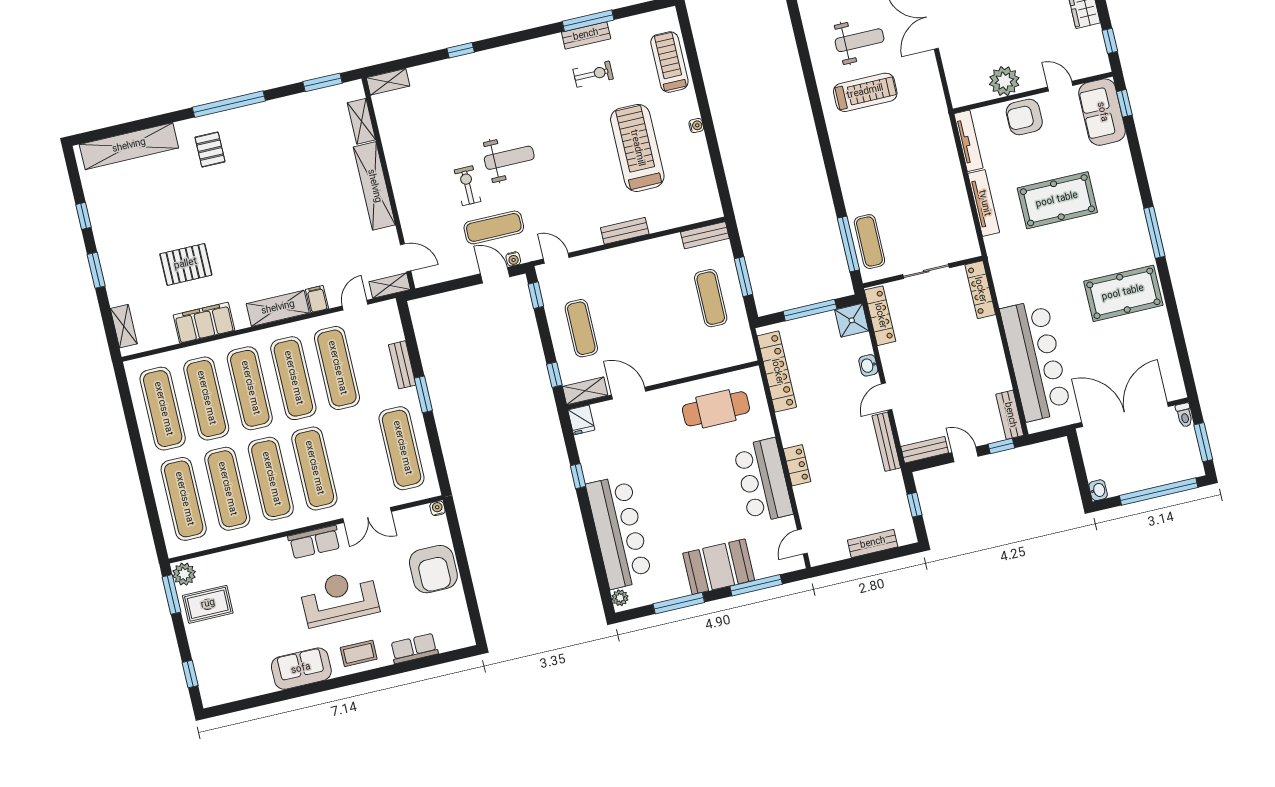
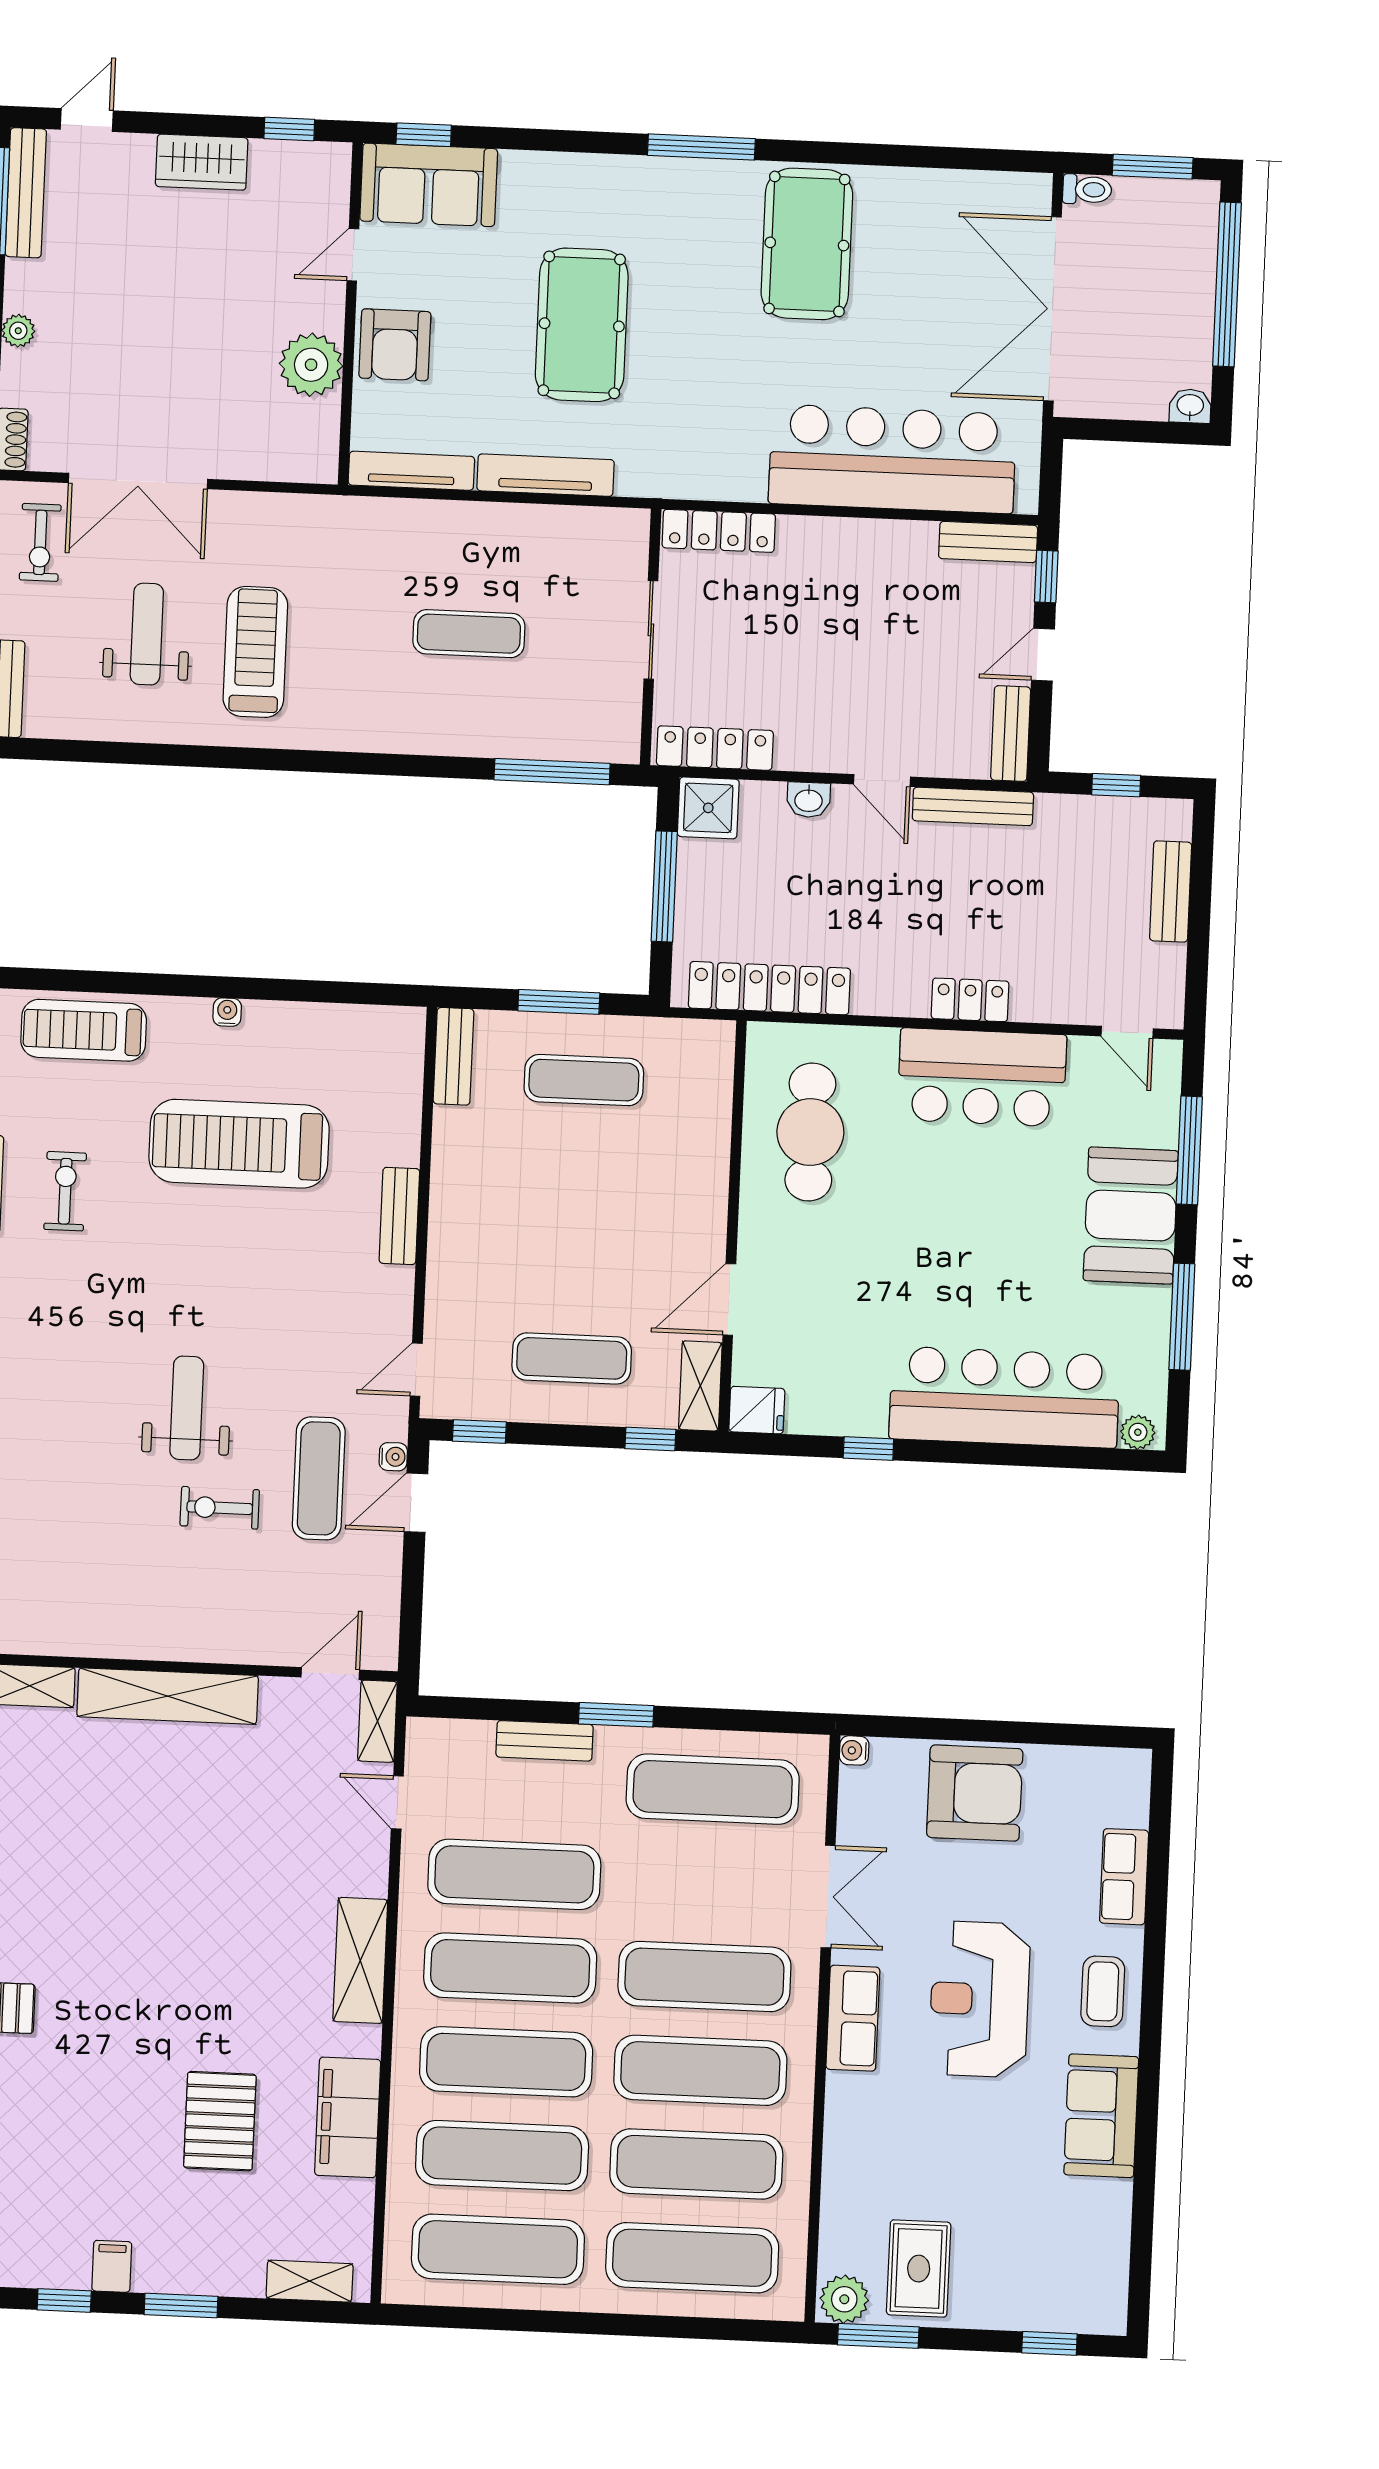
exercise mat: (869, 242) -> (469, 634), moved
filing cabinet: (317, 299) -> (112, 2266), moved, turned 90

